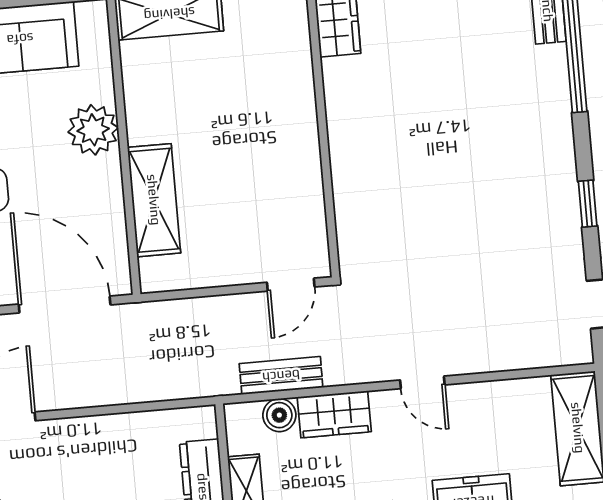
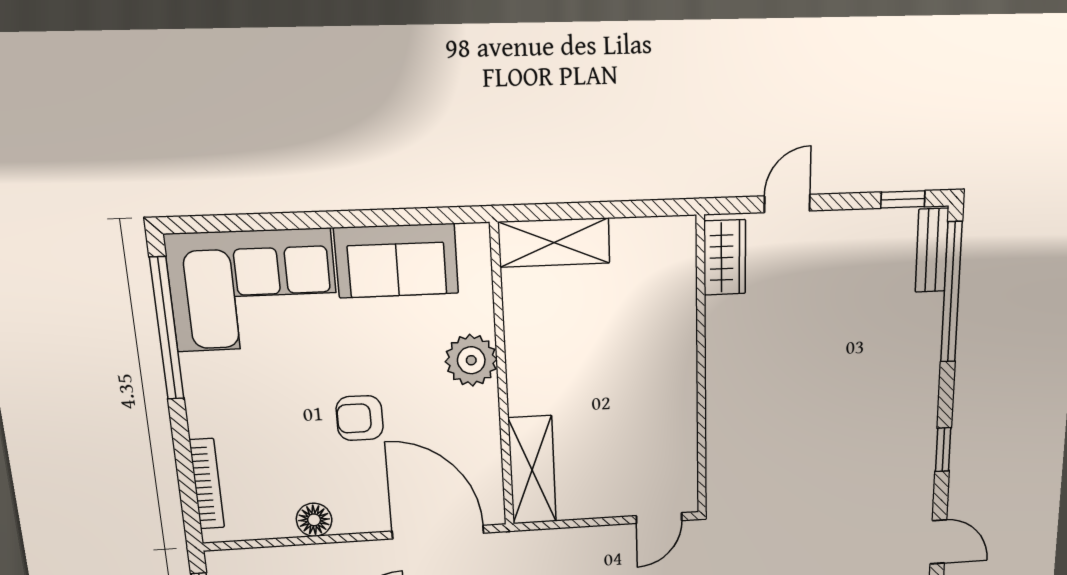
shelving: (154, 200) -> (532, 470), moved

